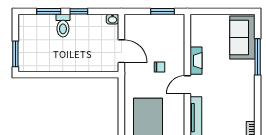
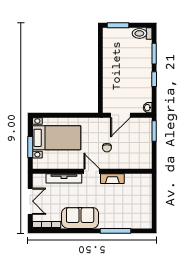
window: (163, 11) -> (154, 131), moved
toilet: (63, 26) -> (142, 33), moved
sofa: (242, 38) -> (80, 218), moved

